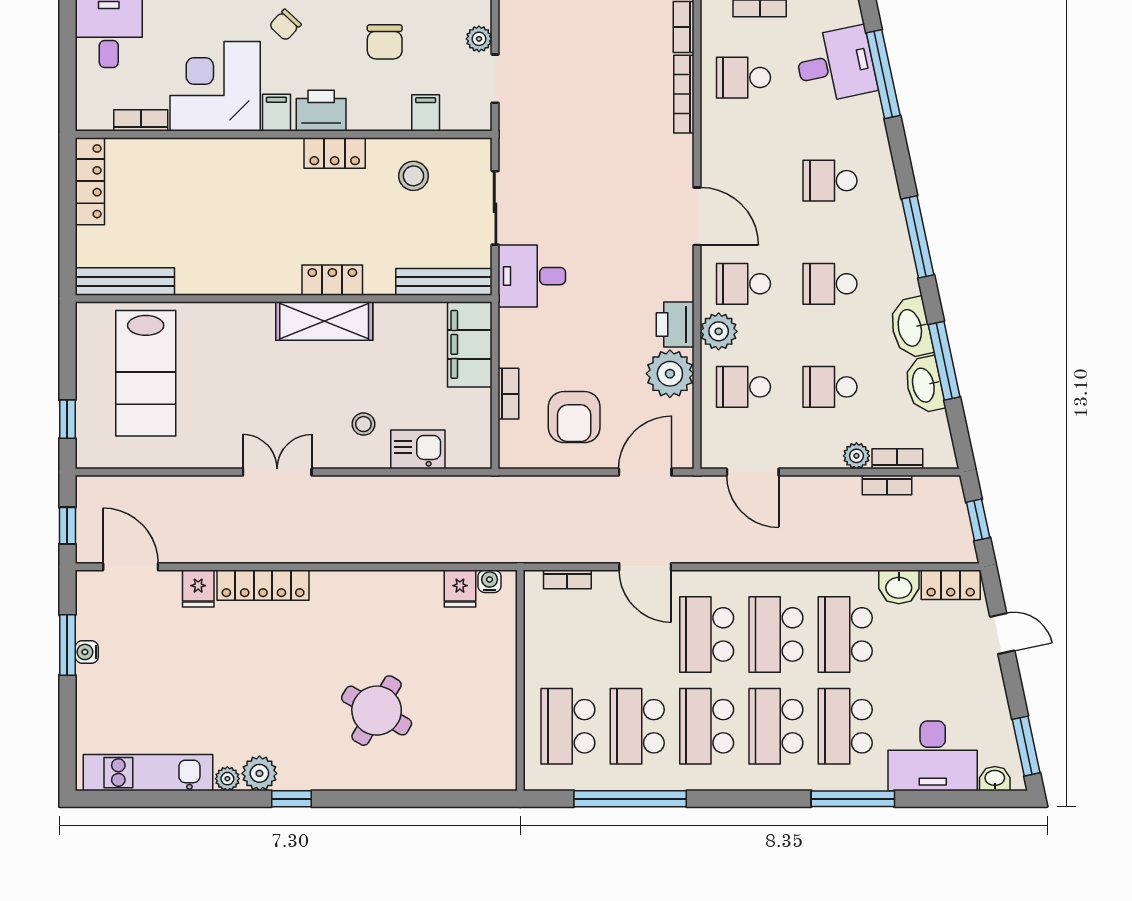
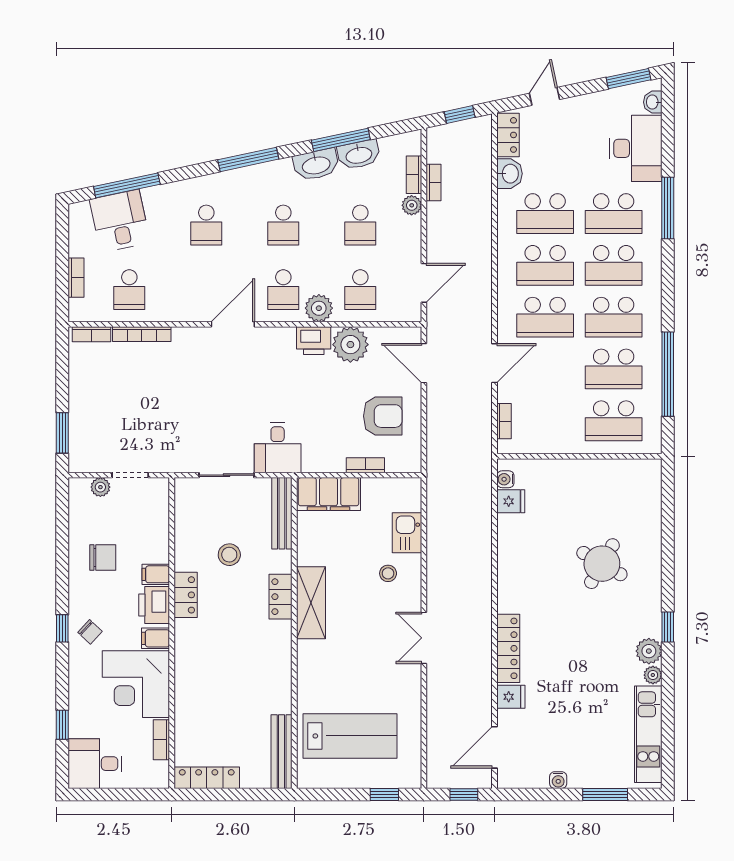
filing cabinet: (426, 113) -> (156, 574), moved
stool: (413, 176) -> (229, 555), moved
window: (67, 645) -> (605, 794), moved

